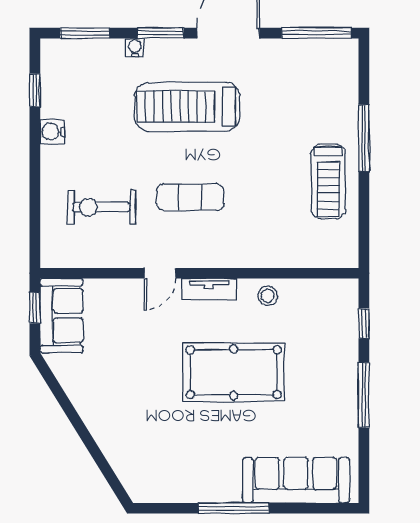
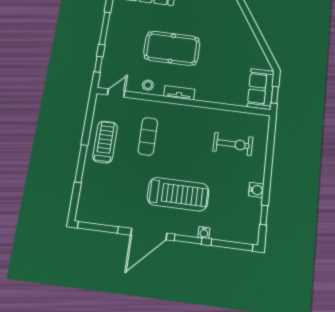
window: (85, 33) -> (232, 245), width x1.44
exercise mat: (190, 197) -> (148, 136), moved, turned 90
door: (160, 273) -> (116, 93), moved

